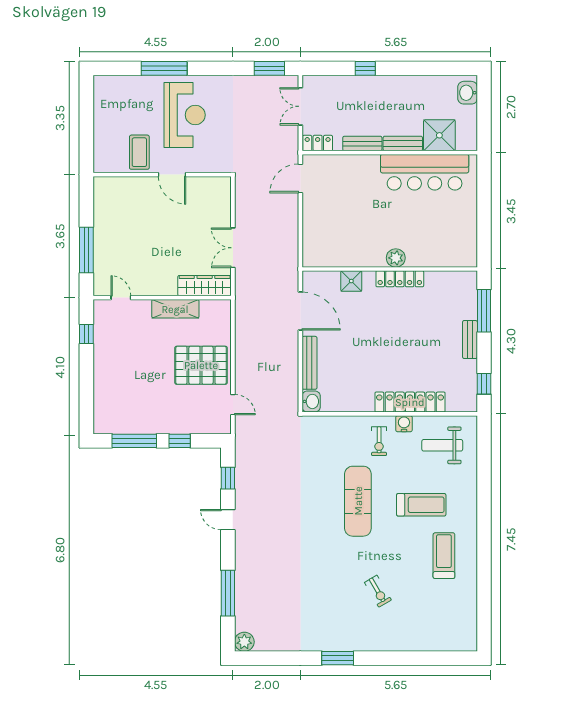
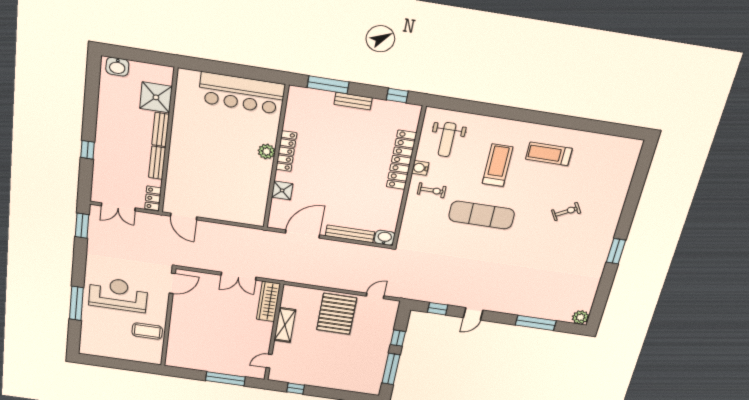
bar counter: (425, 172) -> (242, 93), moved, turned 90
door: (172, 175) -> (172, 283), moved

